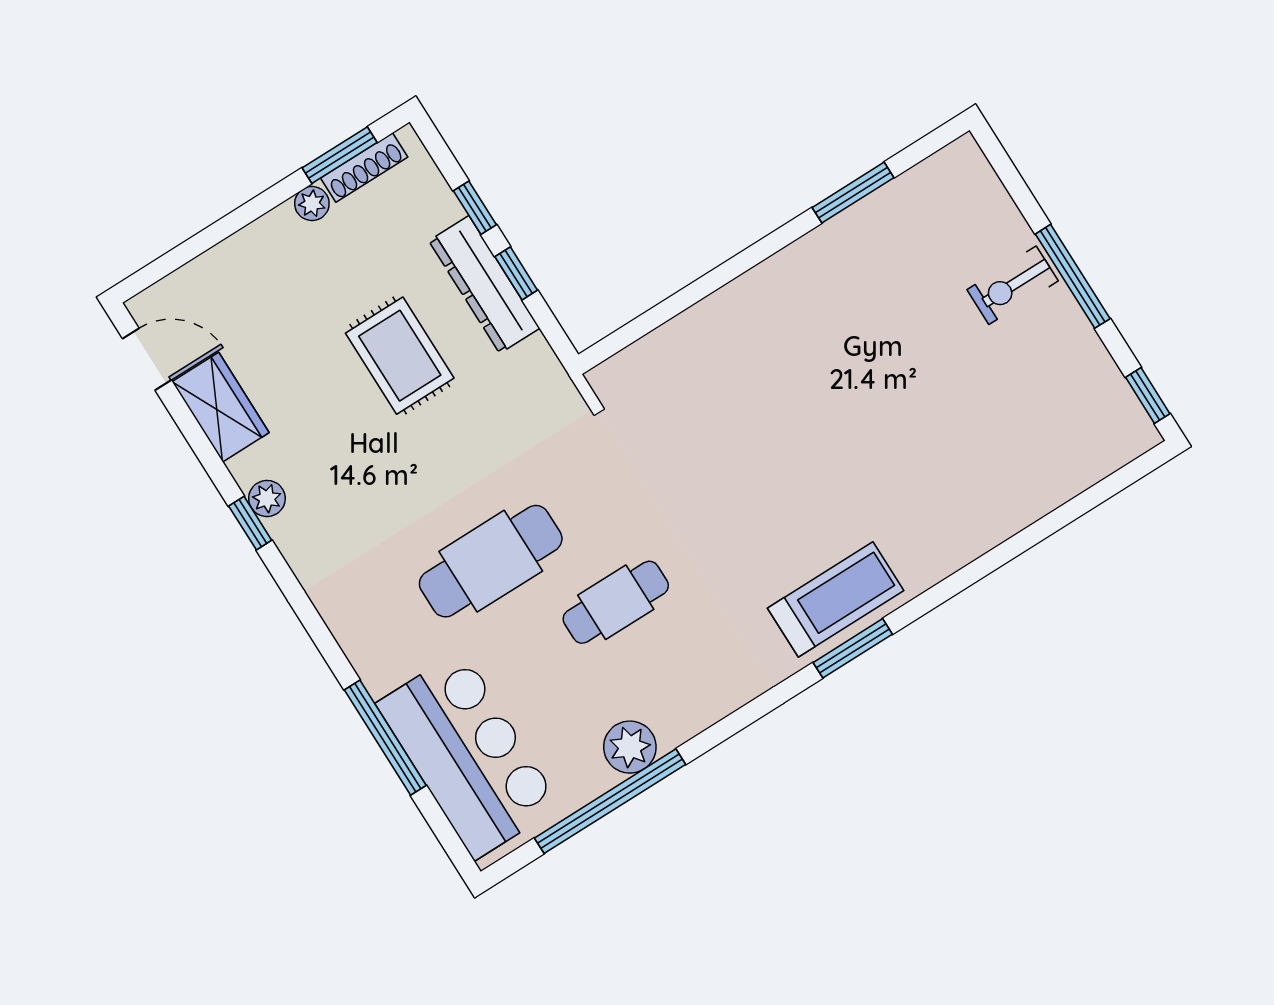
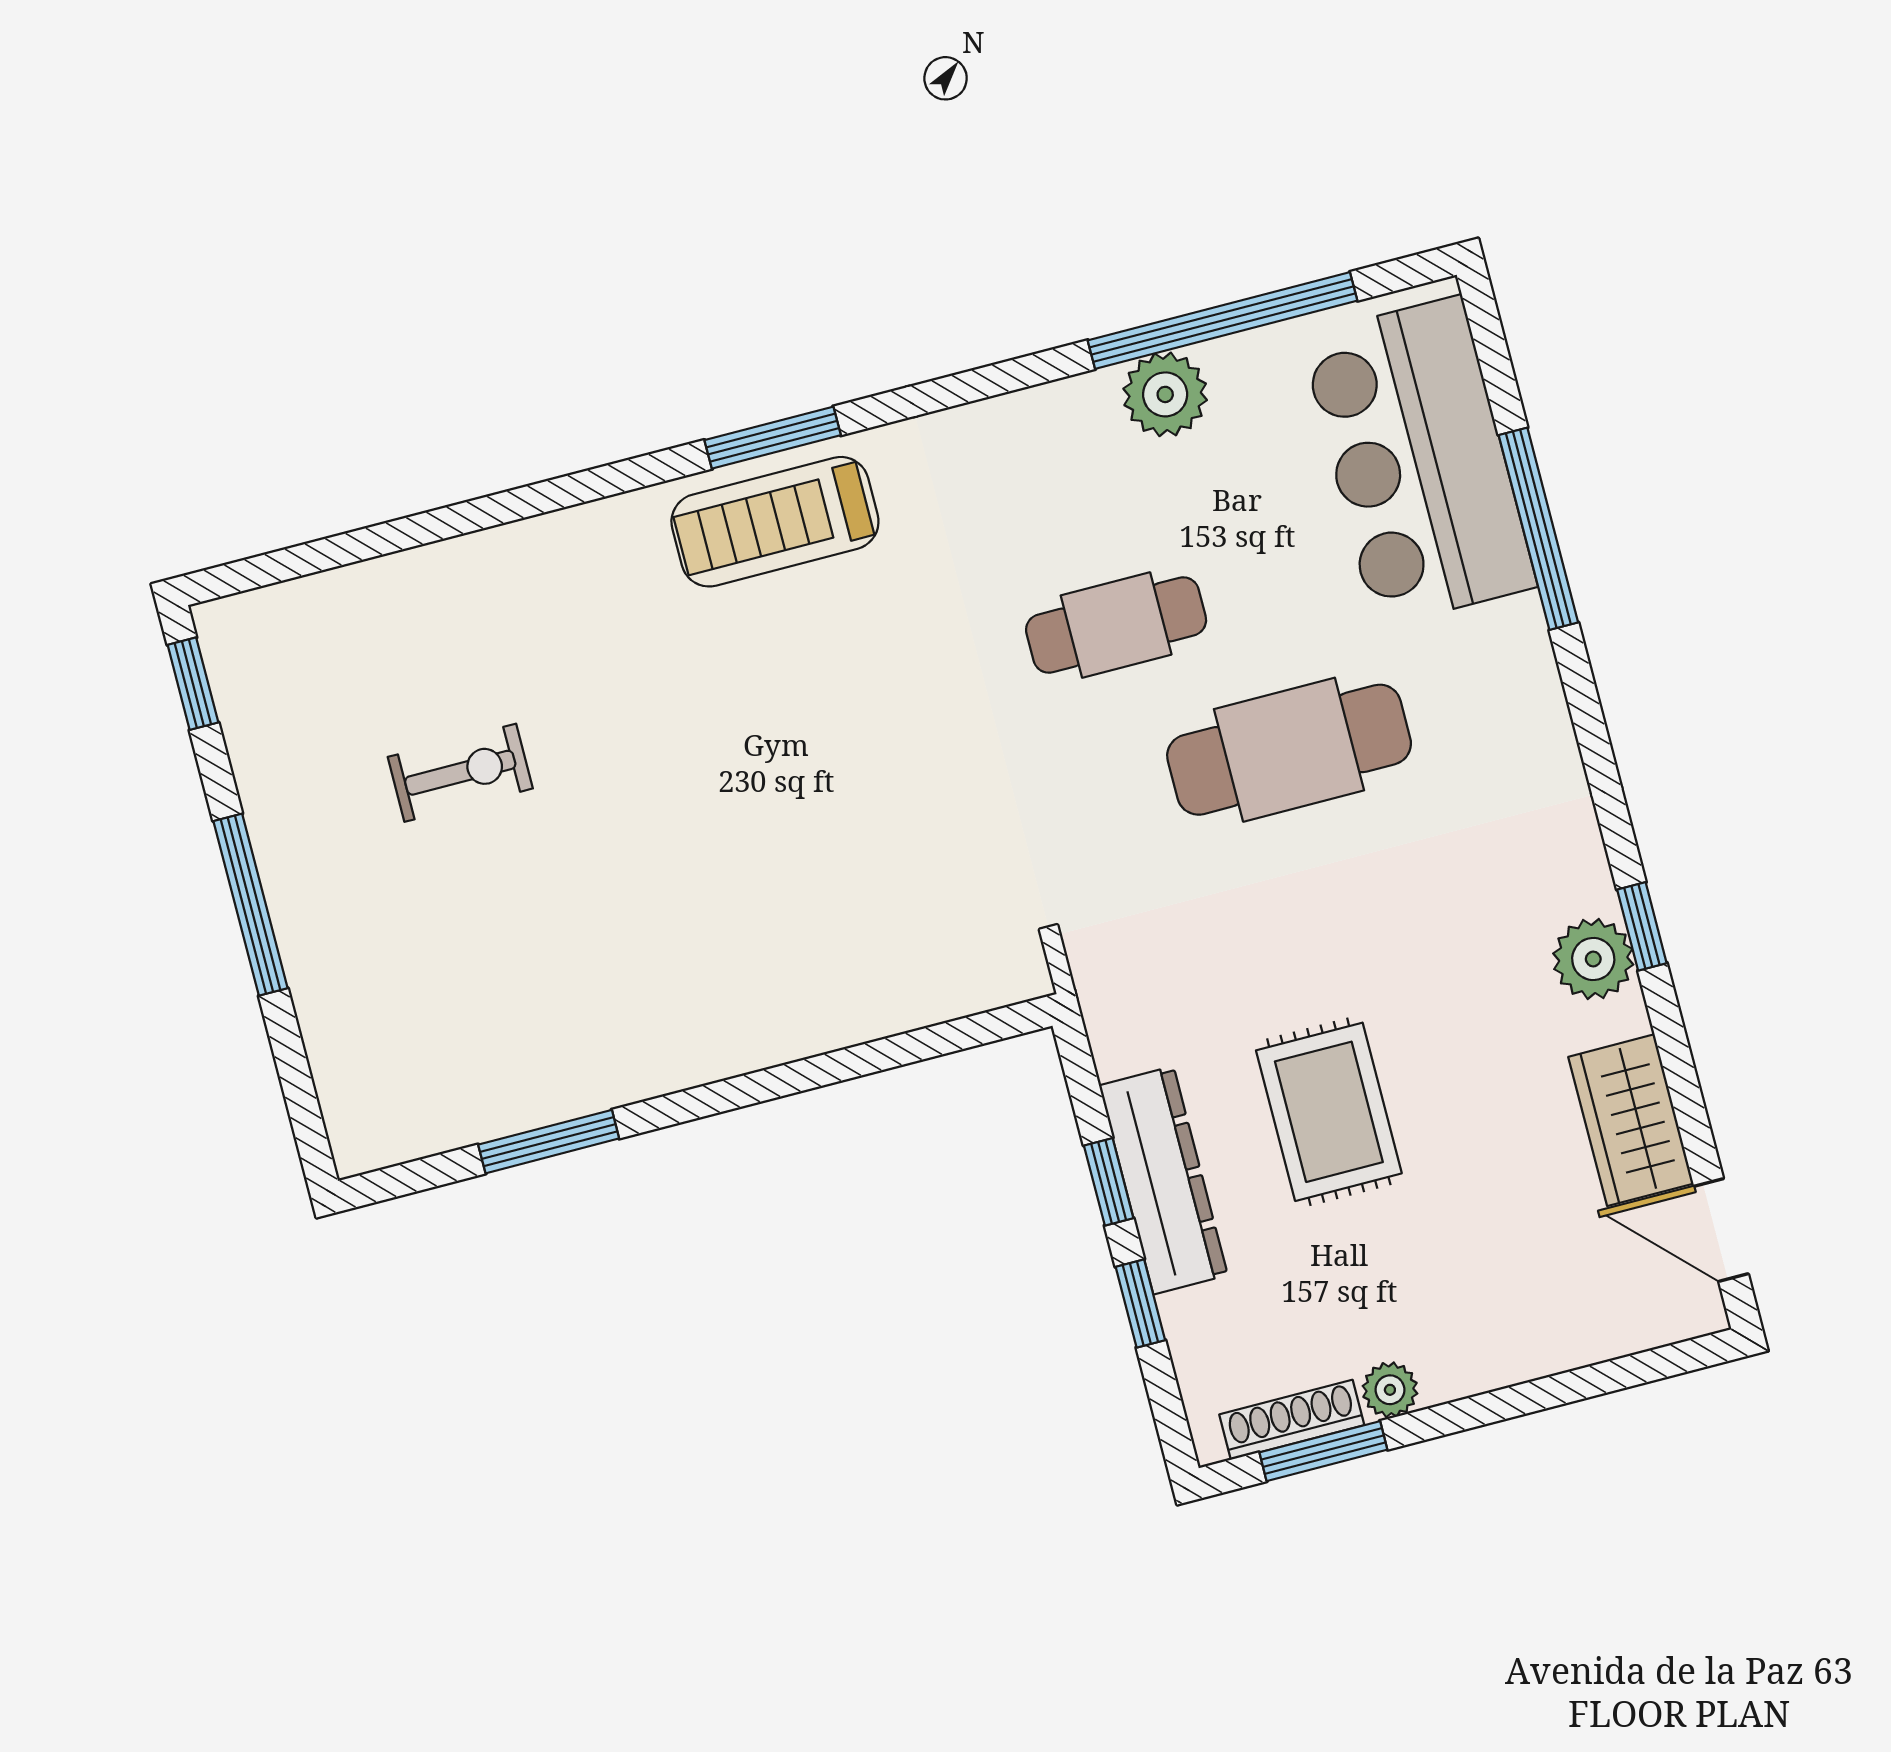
exercise bike: (1013, 285) -> (460, 773), moved
plant: (267, 498) -> (1593, 959), width x1.38, depth x1.38

